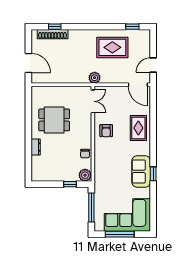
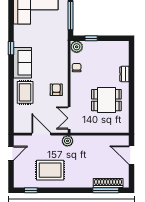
window: (55, 27) -> (106, 190), width x2.17
door: (138, 85) -> (41, 134), moved
sofa: (141, 171) -> (22, 63), moved

